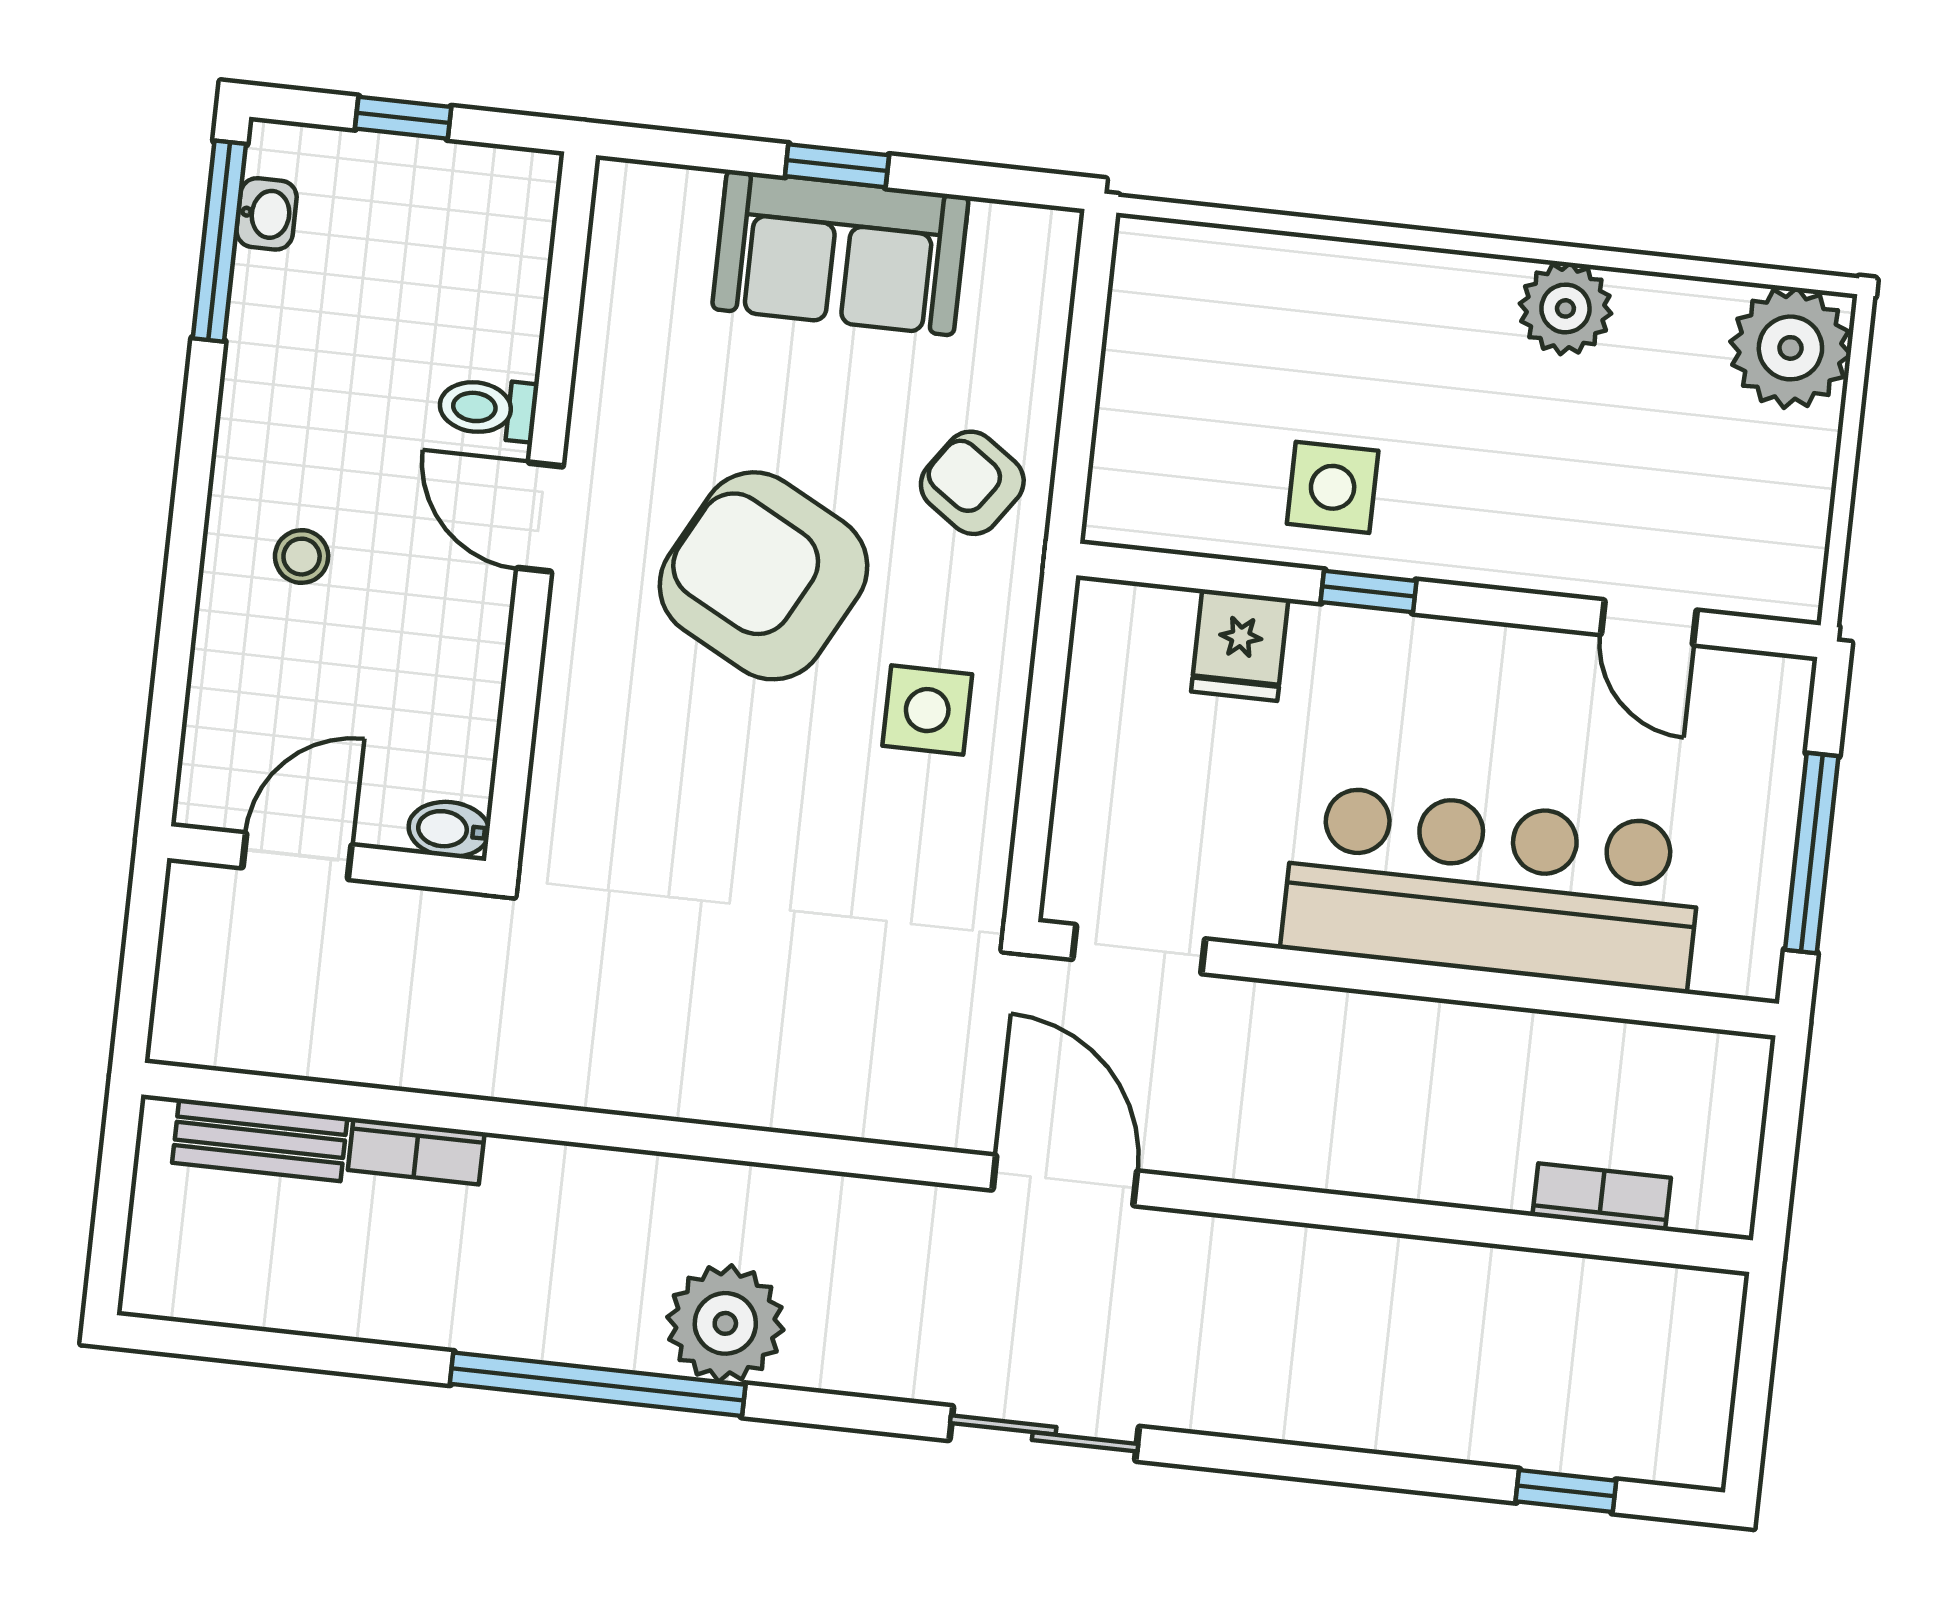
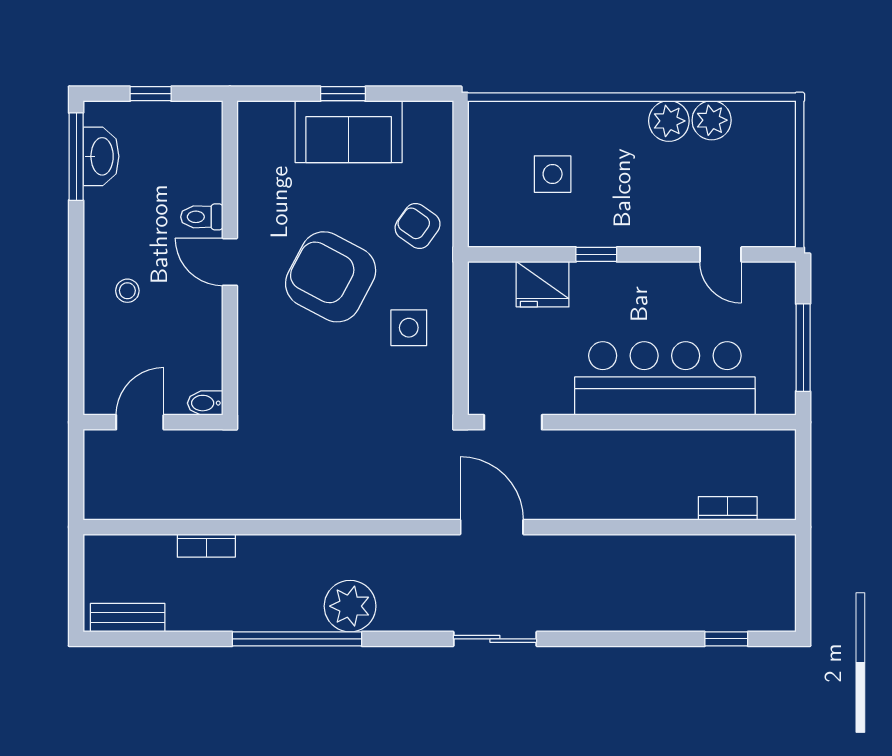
washbasin: (267, 214) -> (101, 156), width x1.91, depth x1.45
plant: (1790, 348) -> (712, 120), moved, width x0.73, depth x0.73
side table: (1333, 487) -> (553, 174), moved
fridge: (1240, 645) -> (543, 284), width x1.38
bench: (260, 1140) -> (128, 618), moved

